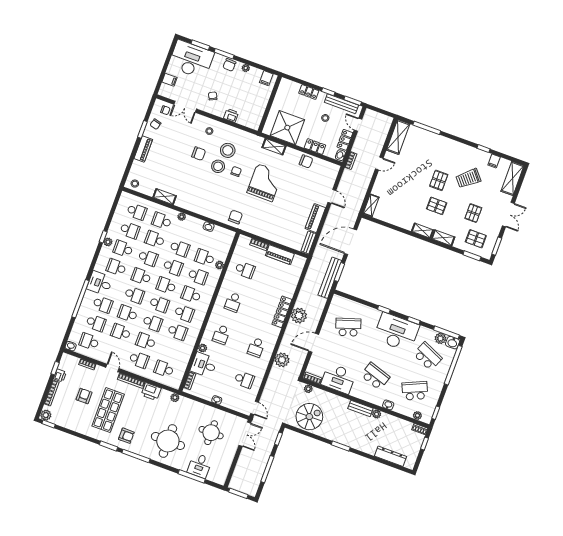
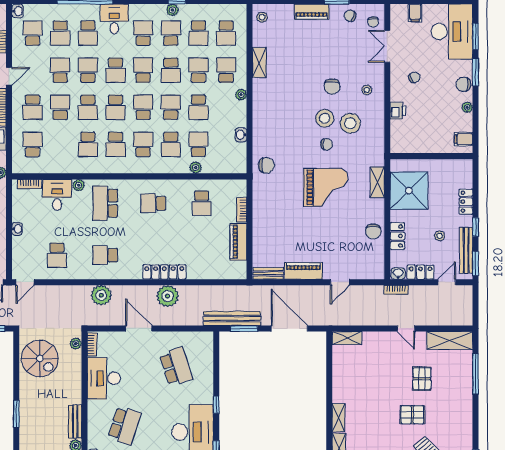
pallet: (437, 206) -> (422, 379), moved
school desk: (173, 267) -> (171, 107), turned 180
school desk: (221, 335) -> (105, 203), width x1.85

